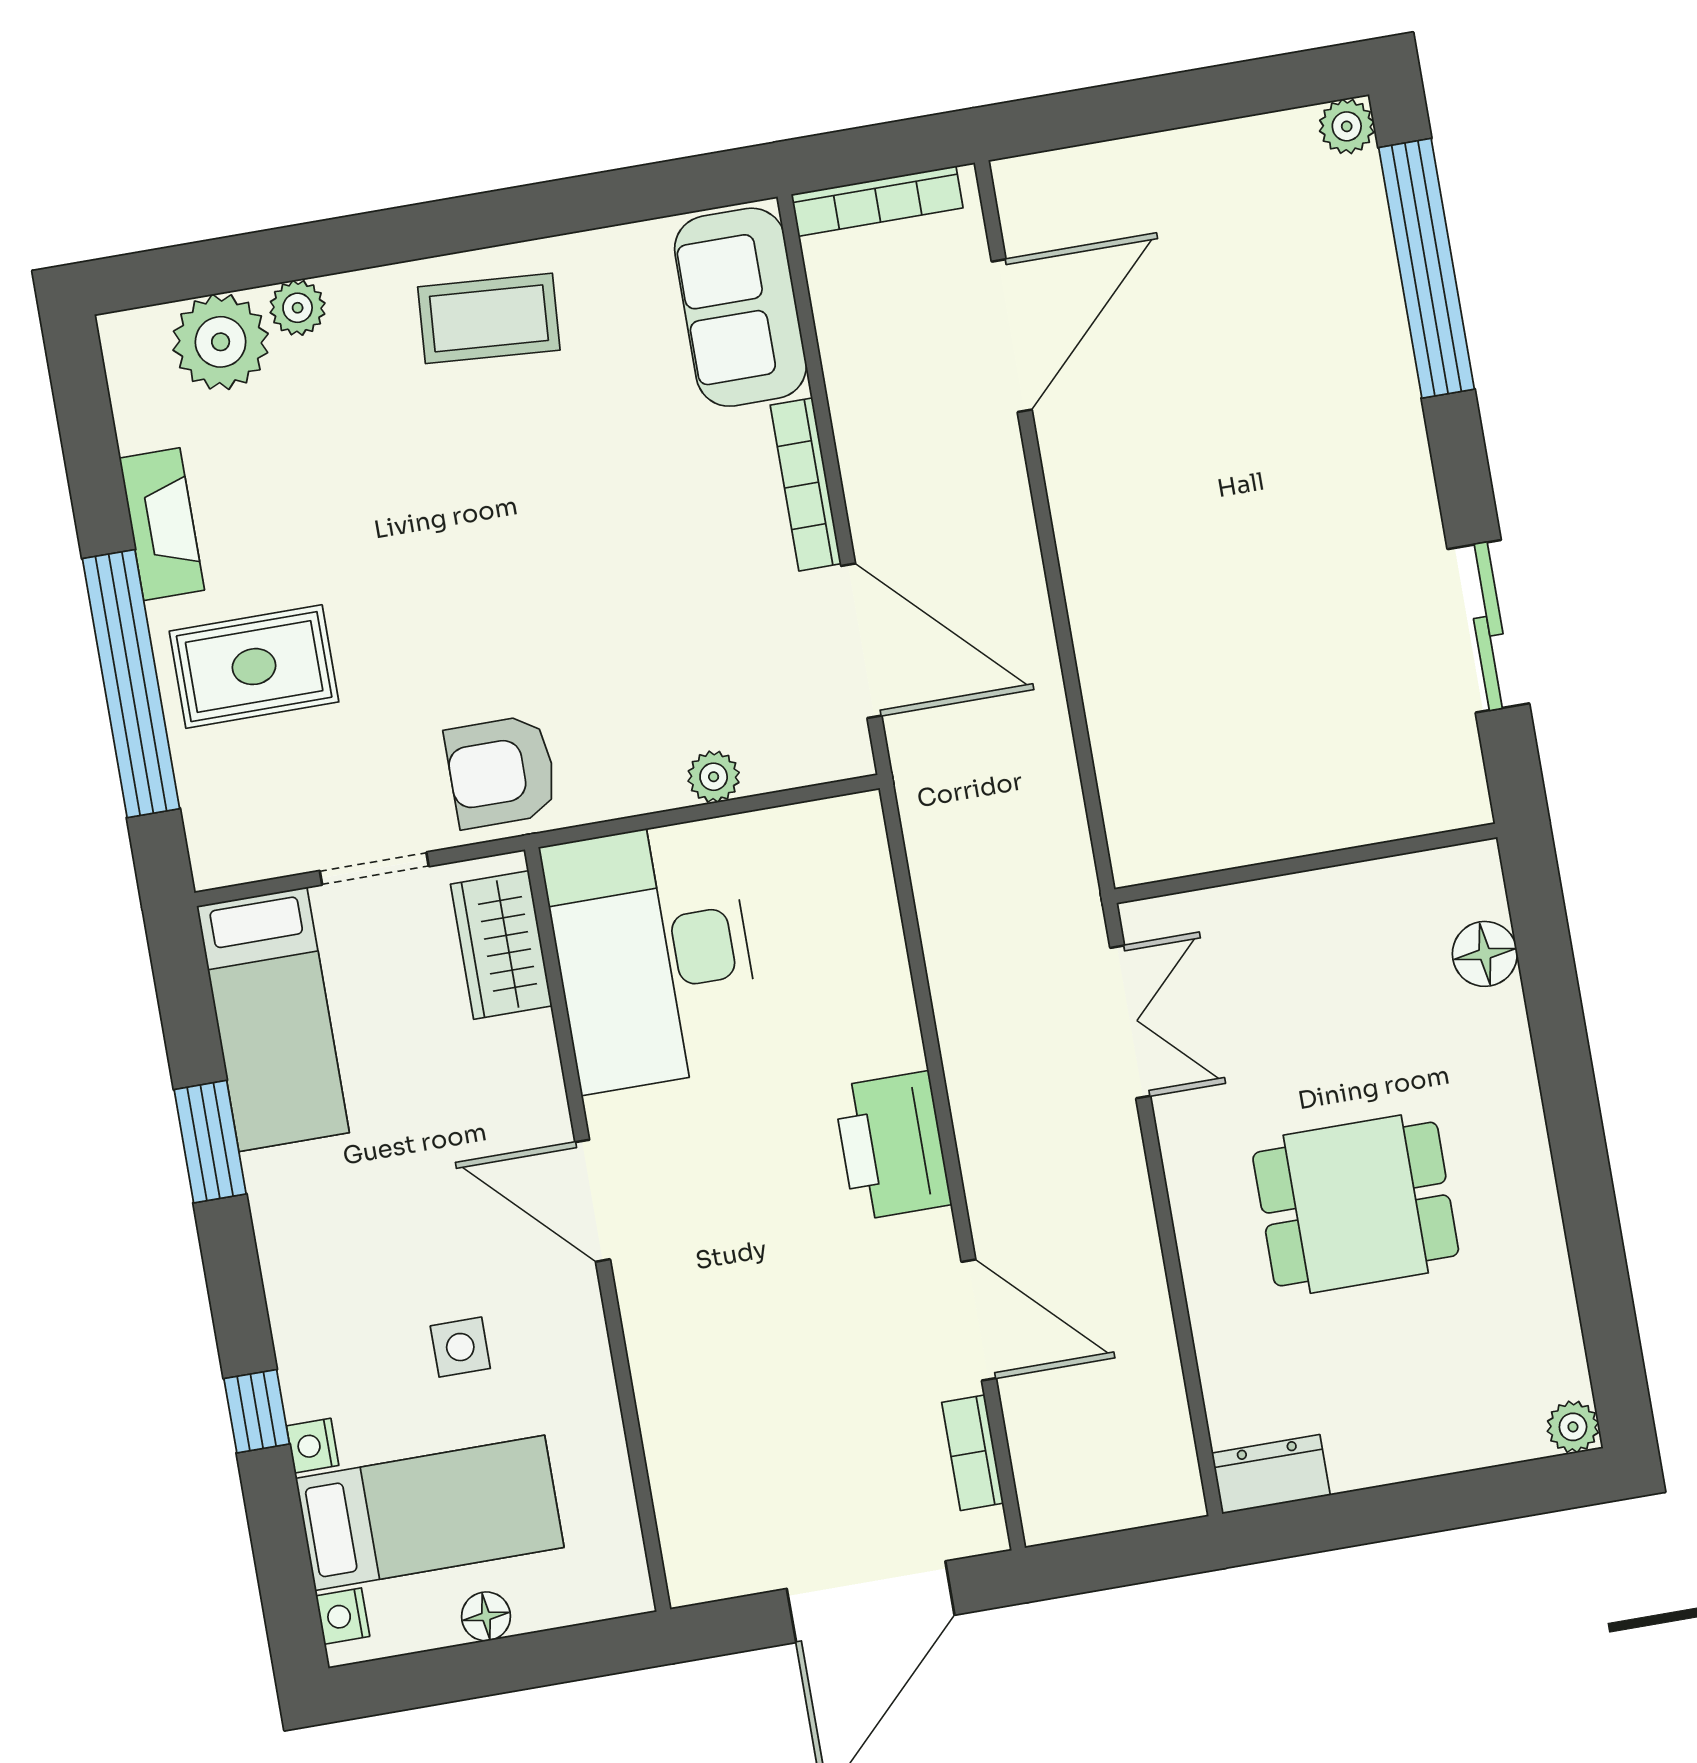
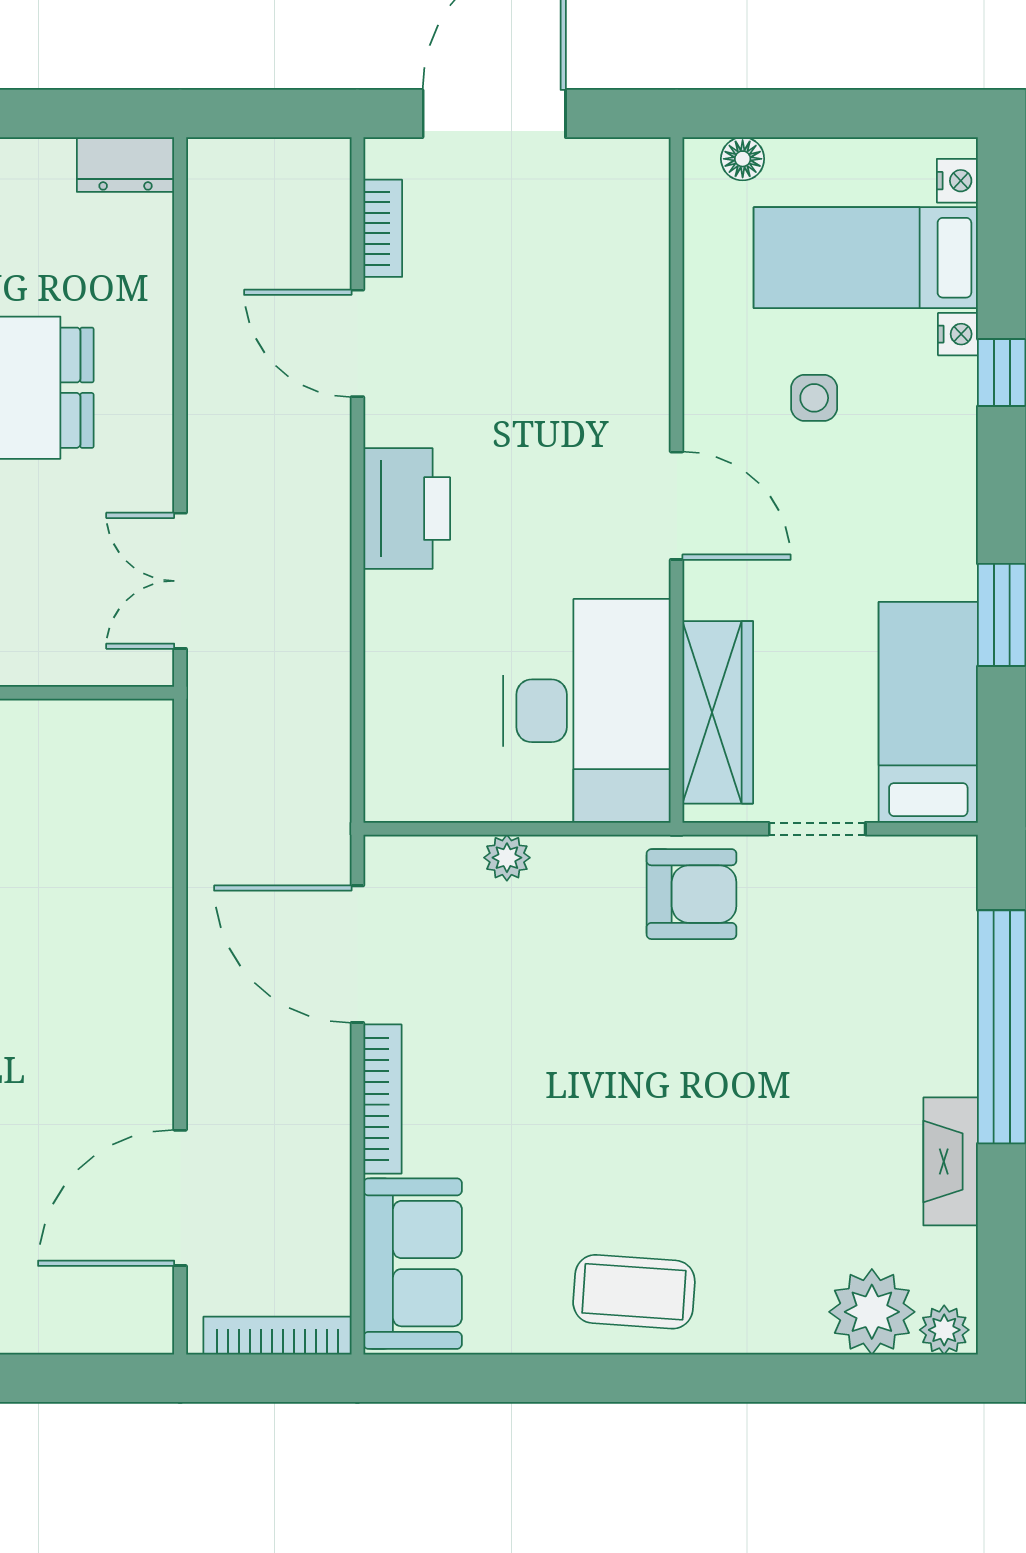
plant: (298, 308) -> (944, 1330), moved
rug: (254, 667) -> (892, 1023), removed
wardrobe: (501, 945) -> (718, 712), width x1.50
floor lamp: (486, 1616) -> (743, 159), moved

